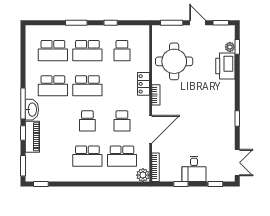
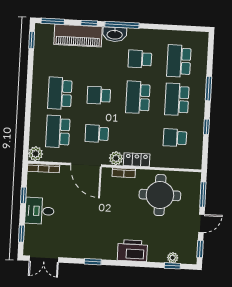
printer: (225, 66) -> (132, 251), moved
school desk: (53, 86) -> (140, 59), width x0.54
plant: (143, 103) -> (116, 158), added
piano: (32, 137) -> (78, 36), width x1.37, depth x1.33

